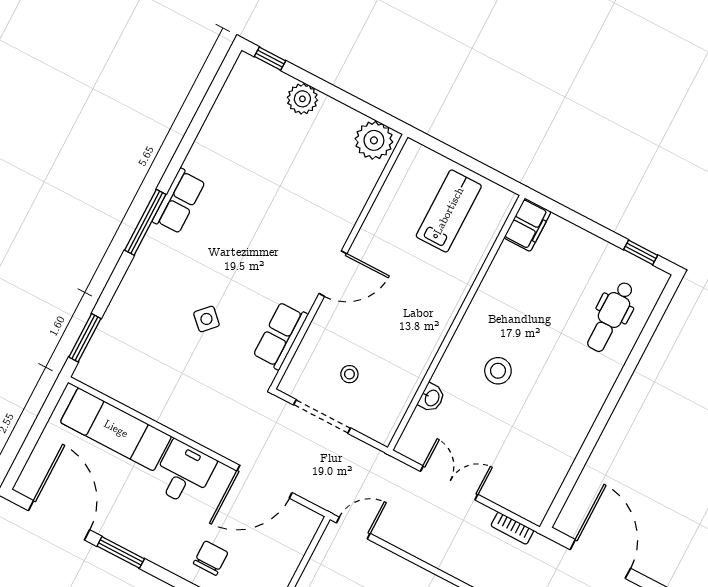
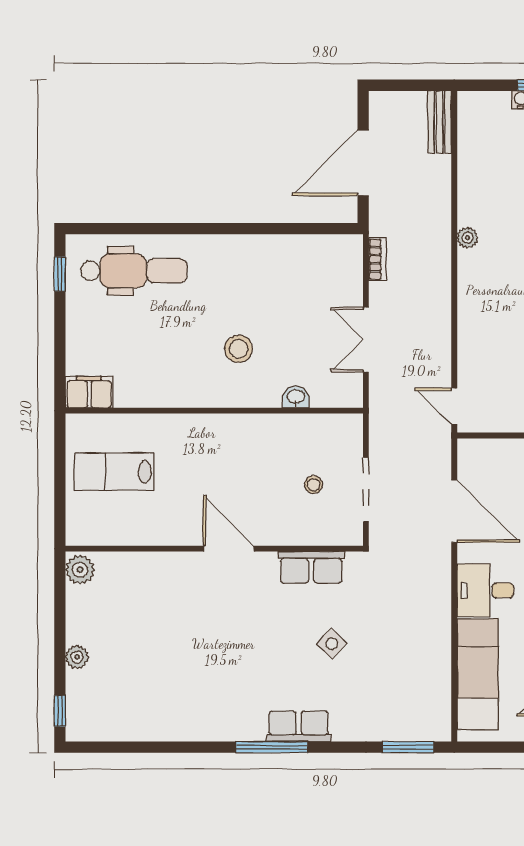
plant: (302, 99) -> (77, 657), width x0.73, depth x0.73
plant: (374, 140) -> (80, 570), width x0.73, depth x0.73
row of seats: (179, 201) -> (299, 726), moved
dental chair: (611, 317) -> (134, 271), width x1.36, depth x1.38

